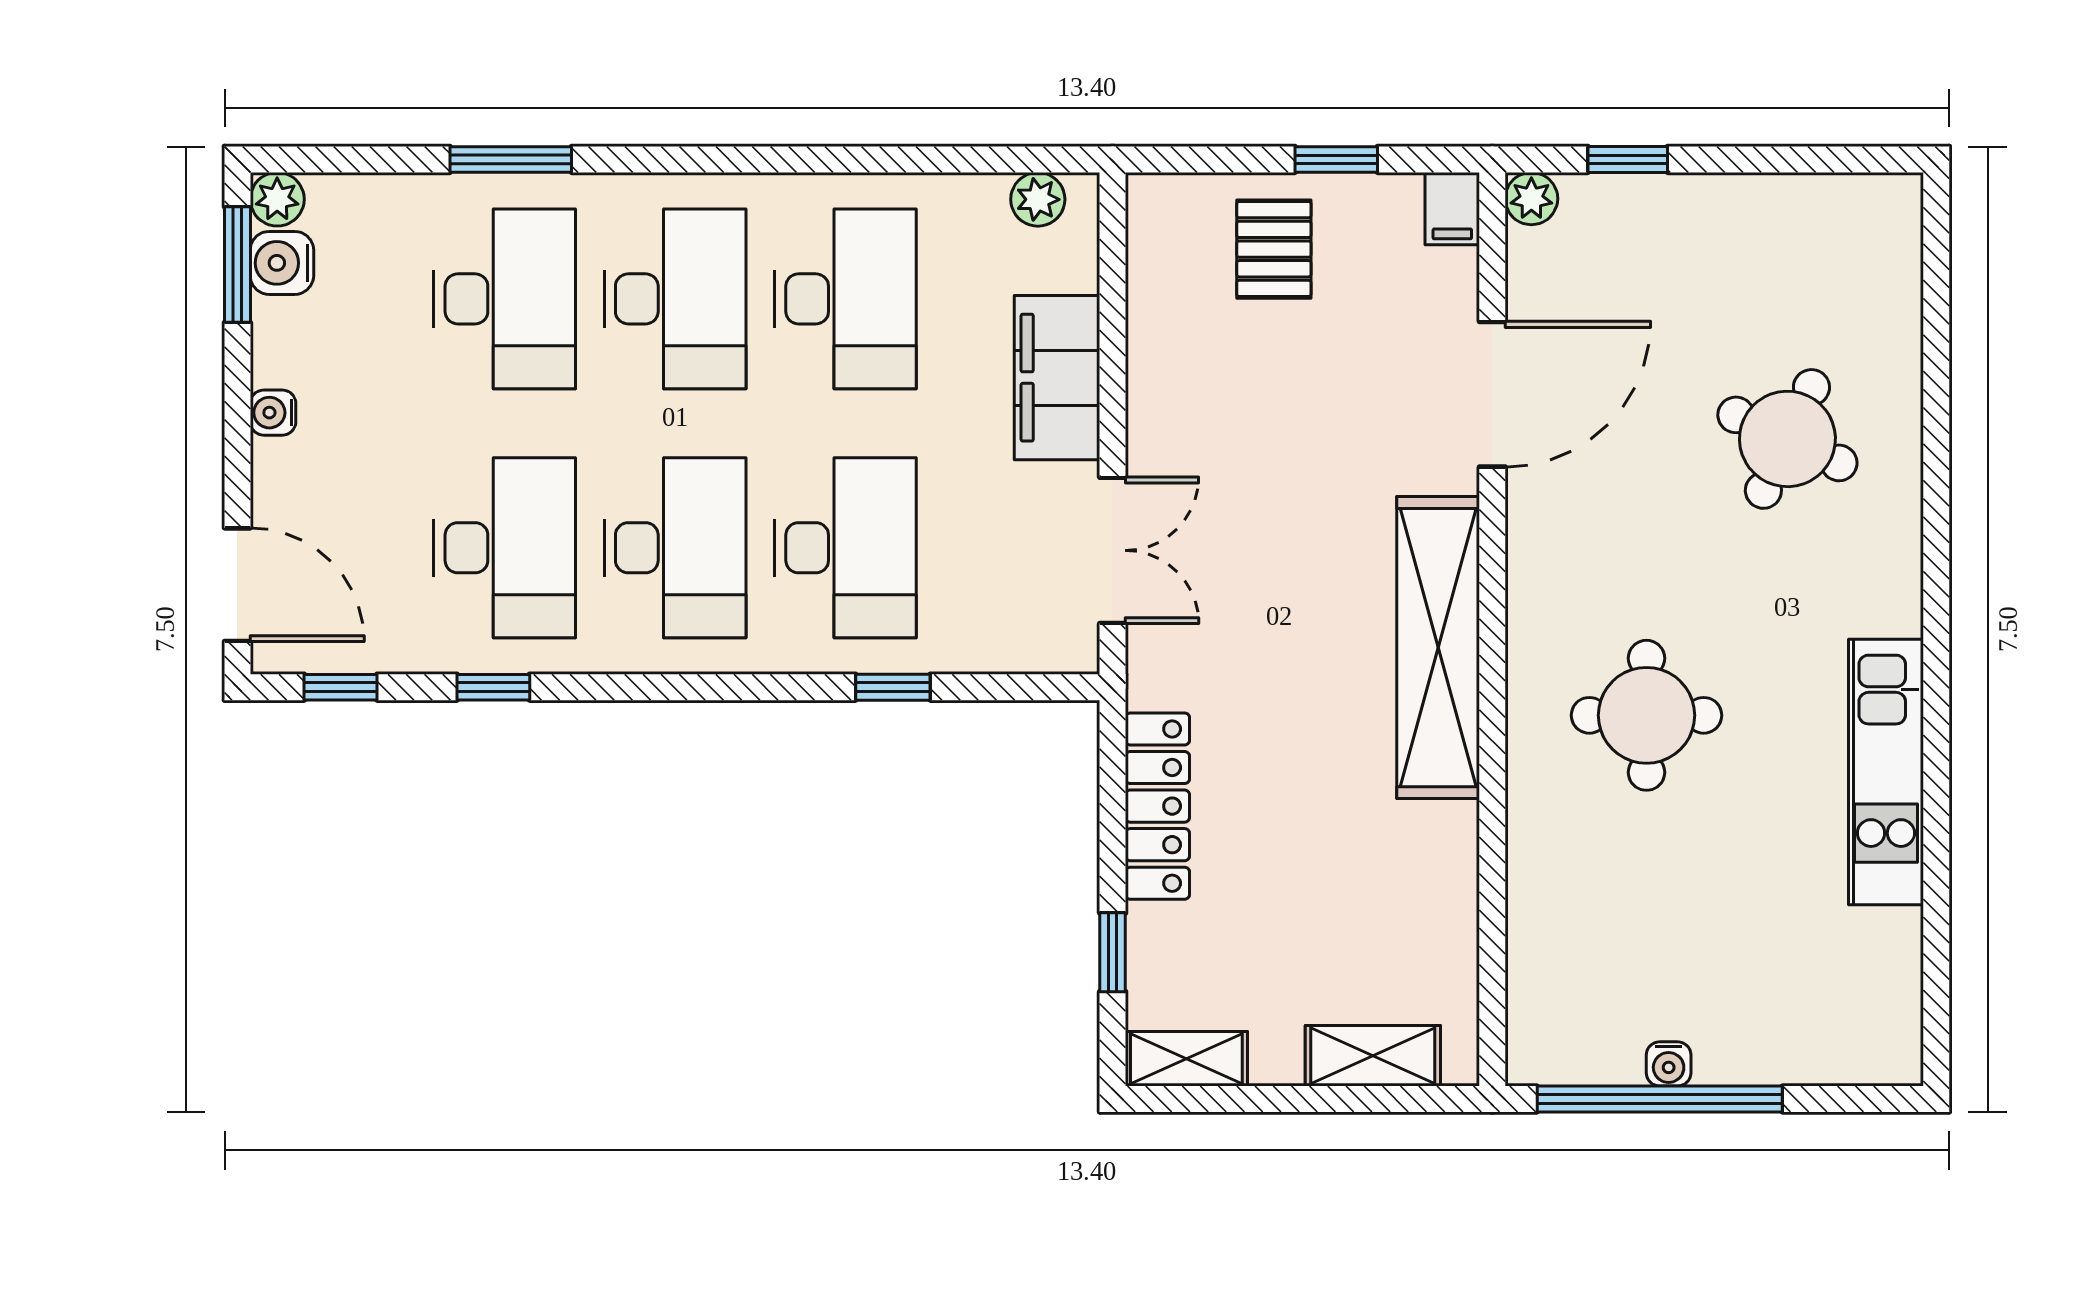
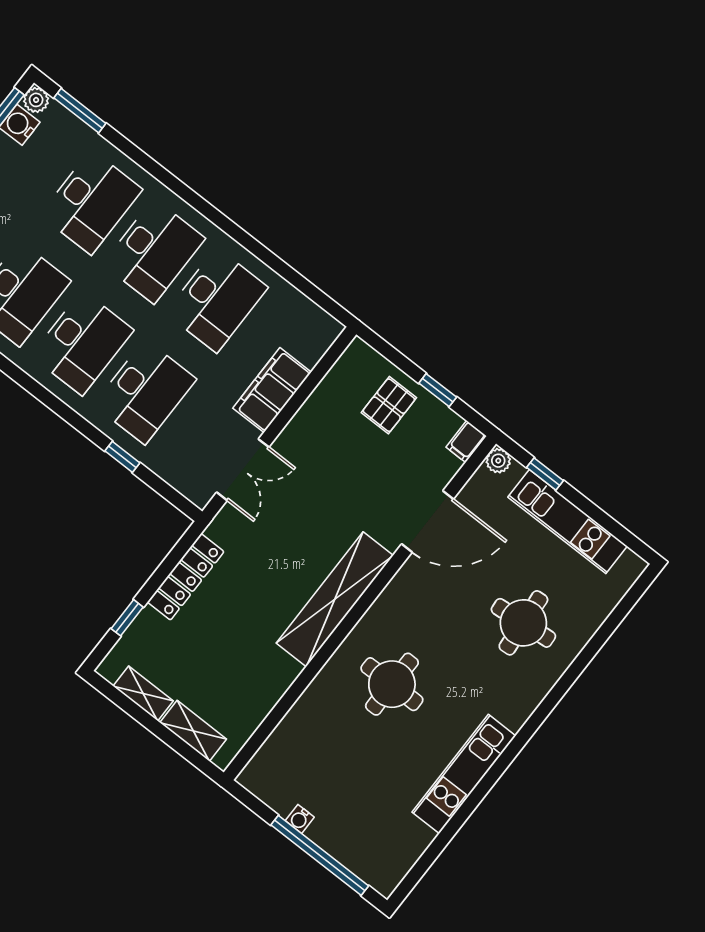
window: (511, 159) -> (80, 111), moved
plant: (1038, 199) -> (316, 319), removed
kitchen unit: (1728, 210) -> (568, 522), added
round table: (1787, 439) -> (523, 623), turned -30
shelving: (1186, 1059) -> (143, 693), moved
window: (1660, 1099) -> (320, 855), moved

